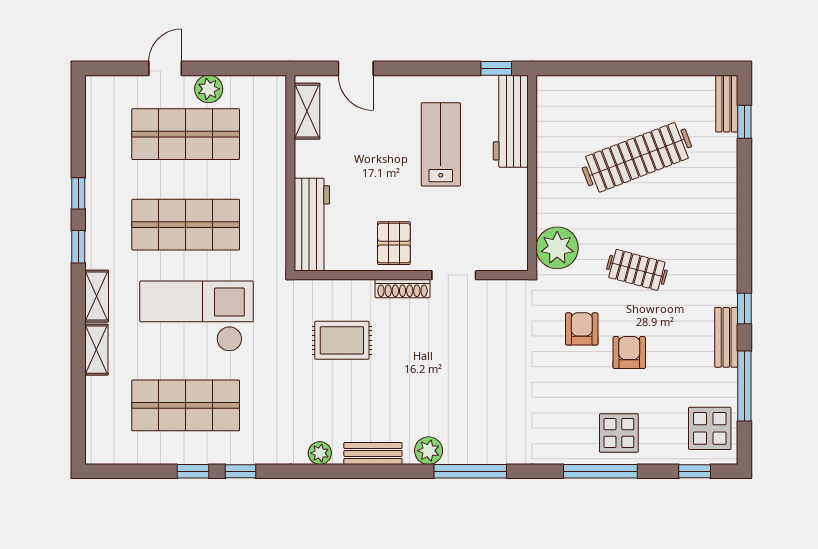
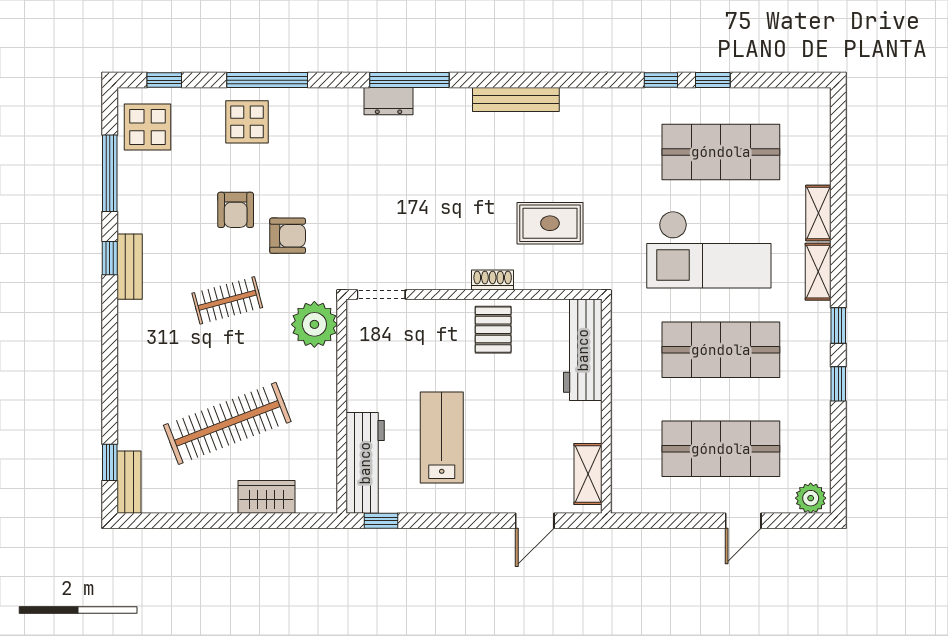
door: (356, 68) -> (535, 521), swing flipped
plant: (209, 89) -> (811, 498), moved
wardrobe: (601, 90) -> (266, 497), added
lab bench: (441, 144) -> (442, 438), turned 180
clothes rail: (637, 270) -> (227, 300), turned -30
doorway: (454, 275) -> (381, 294), moved
shoe rack: (403, 288) -> (493, 280), width x0.70
armchair: (582, 329) -> (288, 236), turned -90
bench: (726, 337) -> (130, 267), moved
plant: (429, 451) -> (455, 103), removed
dresser: (489, 452) -> (389, 101), added
plant: (320, 453) -> (574, 100), removed
bench: (373, 453) -> (516, 99), width x1.36

